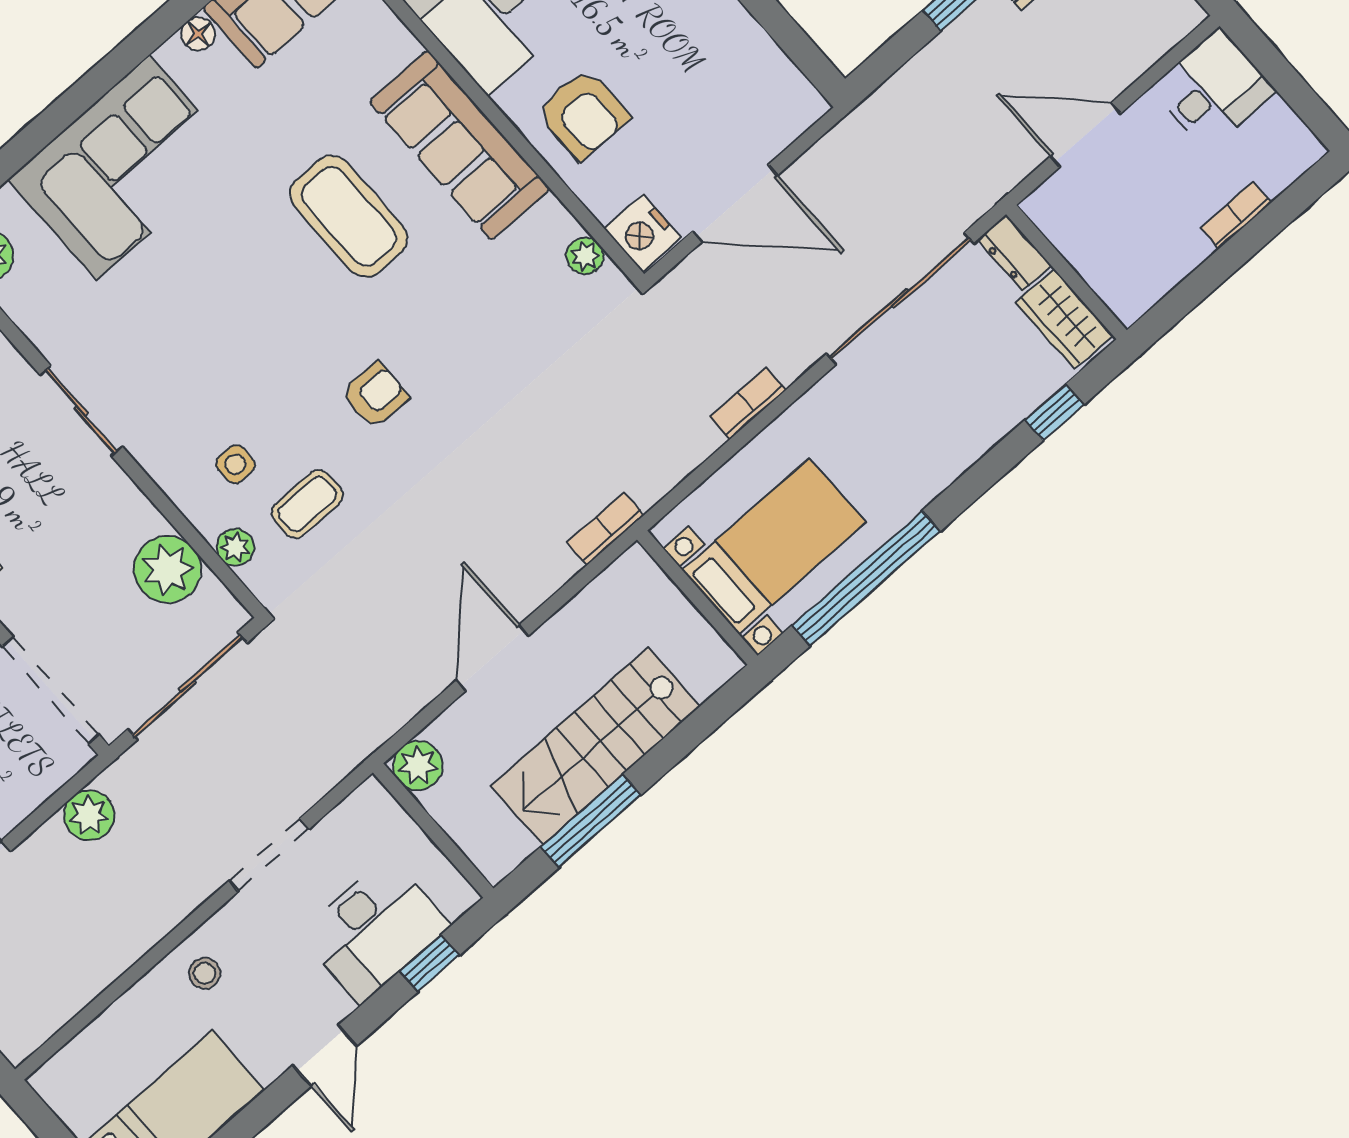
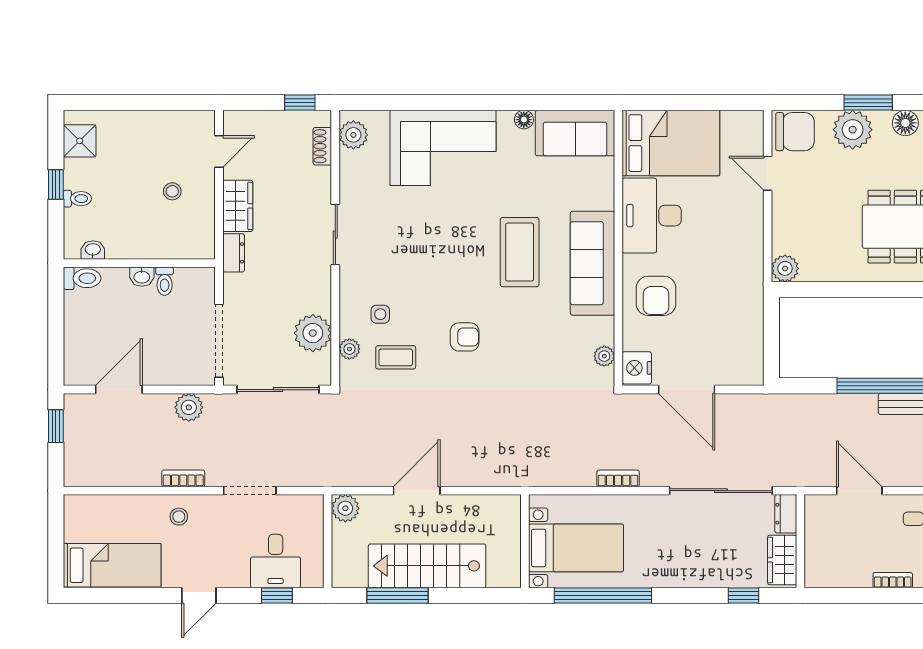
bookcase: (606, 529) -> (183, 478), moved
desk: (374, 930) -> (276, 561), width x0.73

